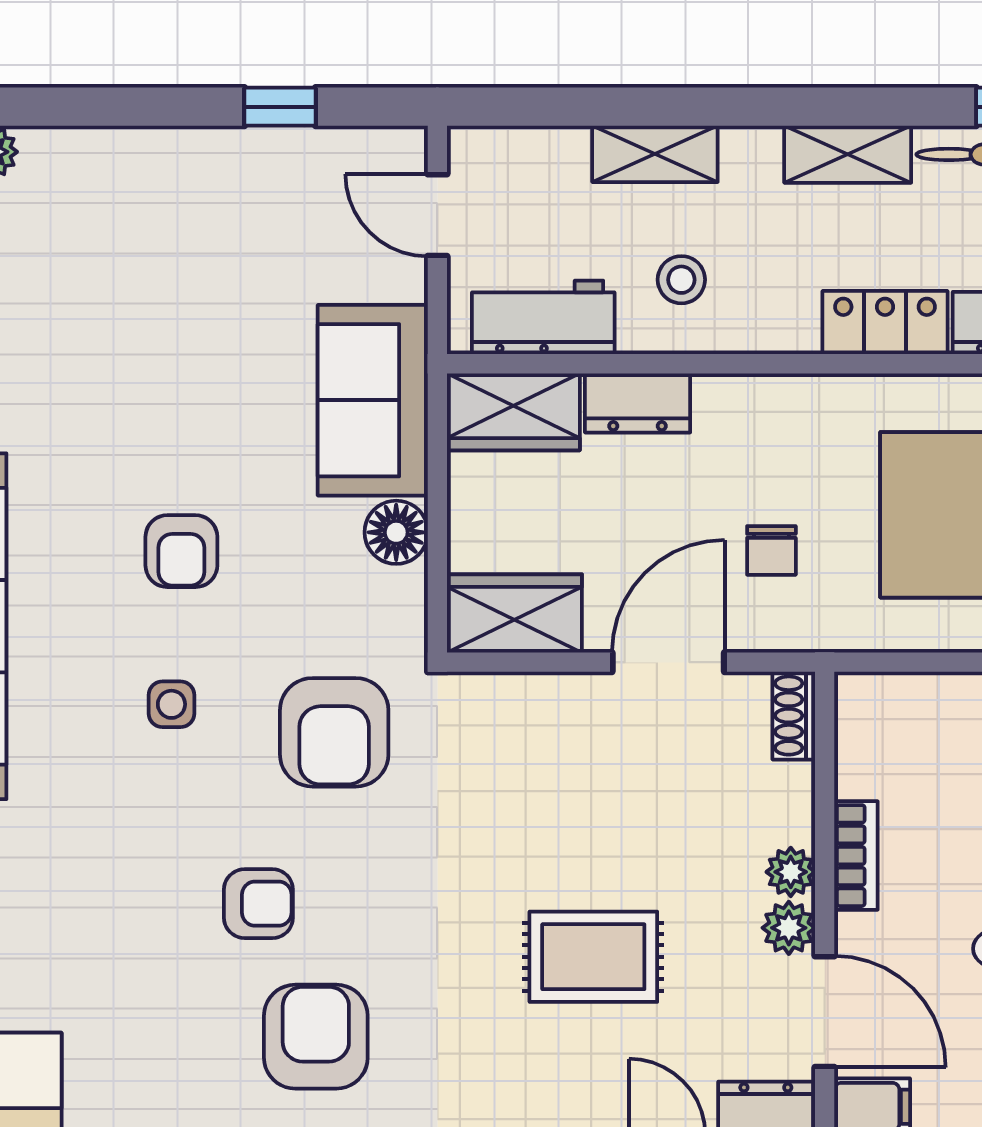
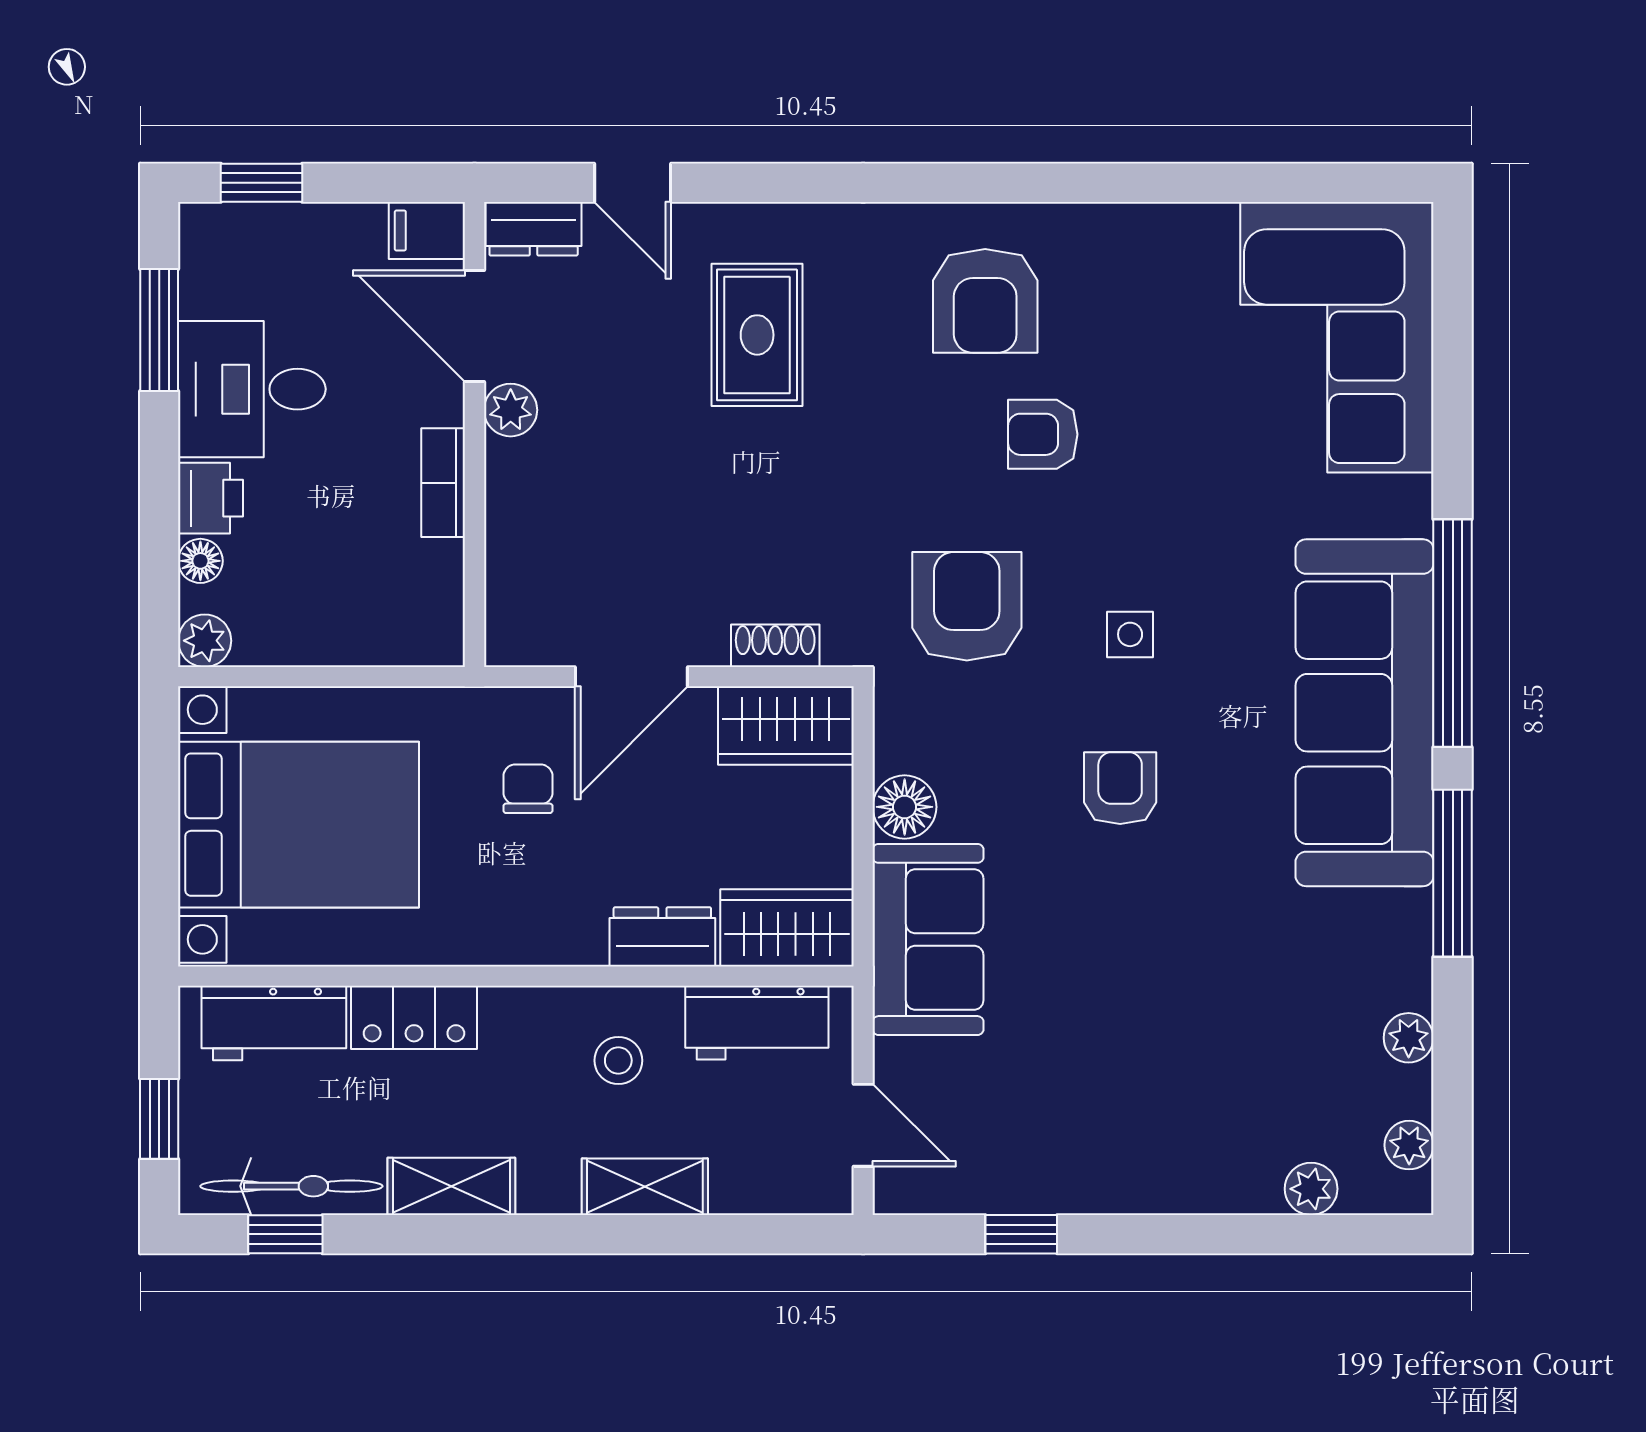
shoe rack: (794, 716) -> (775, 646), moved, turned -90
plant: (791, 872) -> (509, 466), removed
rug: (593, 957) -> (757, 335), moved, turned 90

